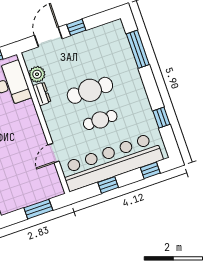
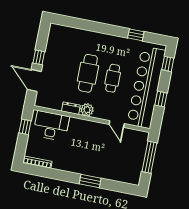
window: (138, 49) -> (79, 24), removed
plant: (37, 74) -> (87, 110), moved
window: (38, 209) -> (149, 157), width x1.44

